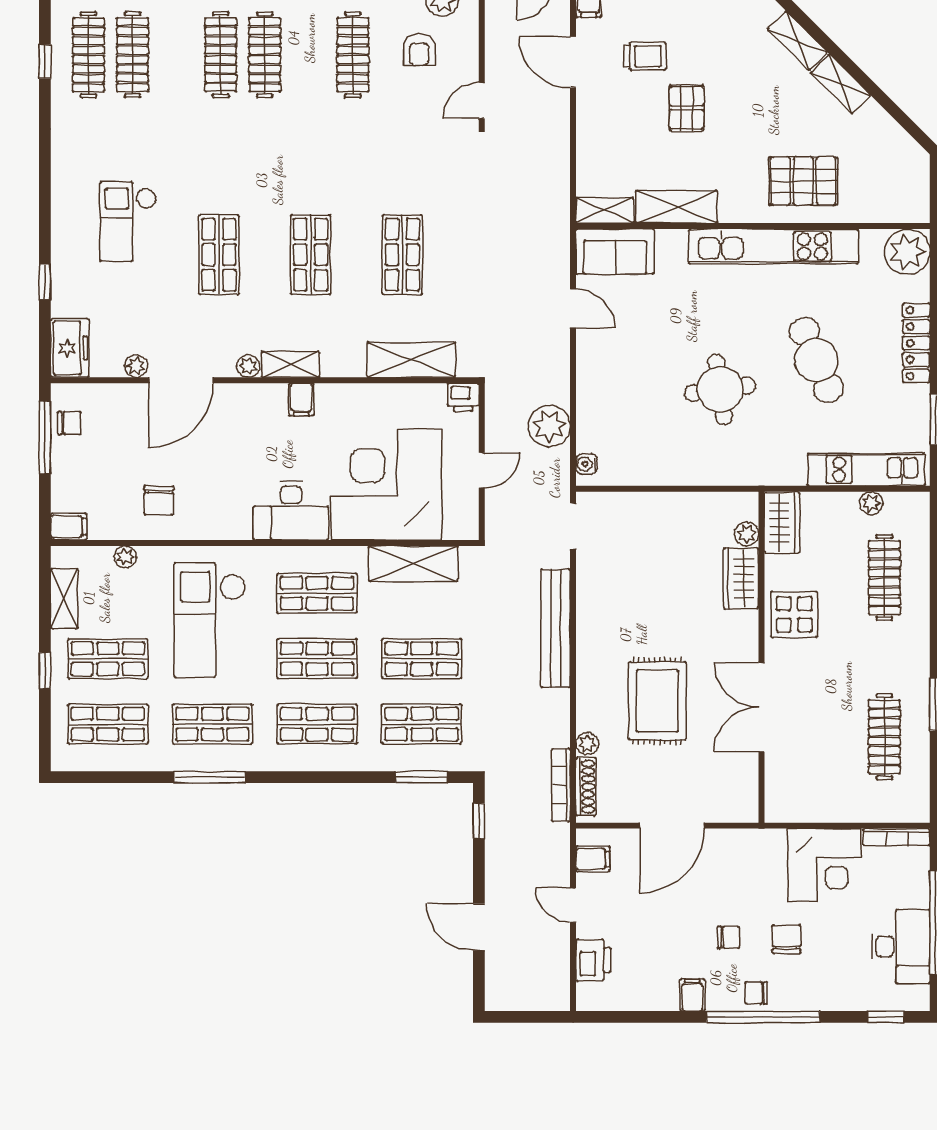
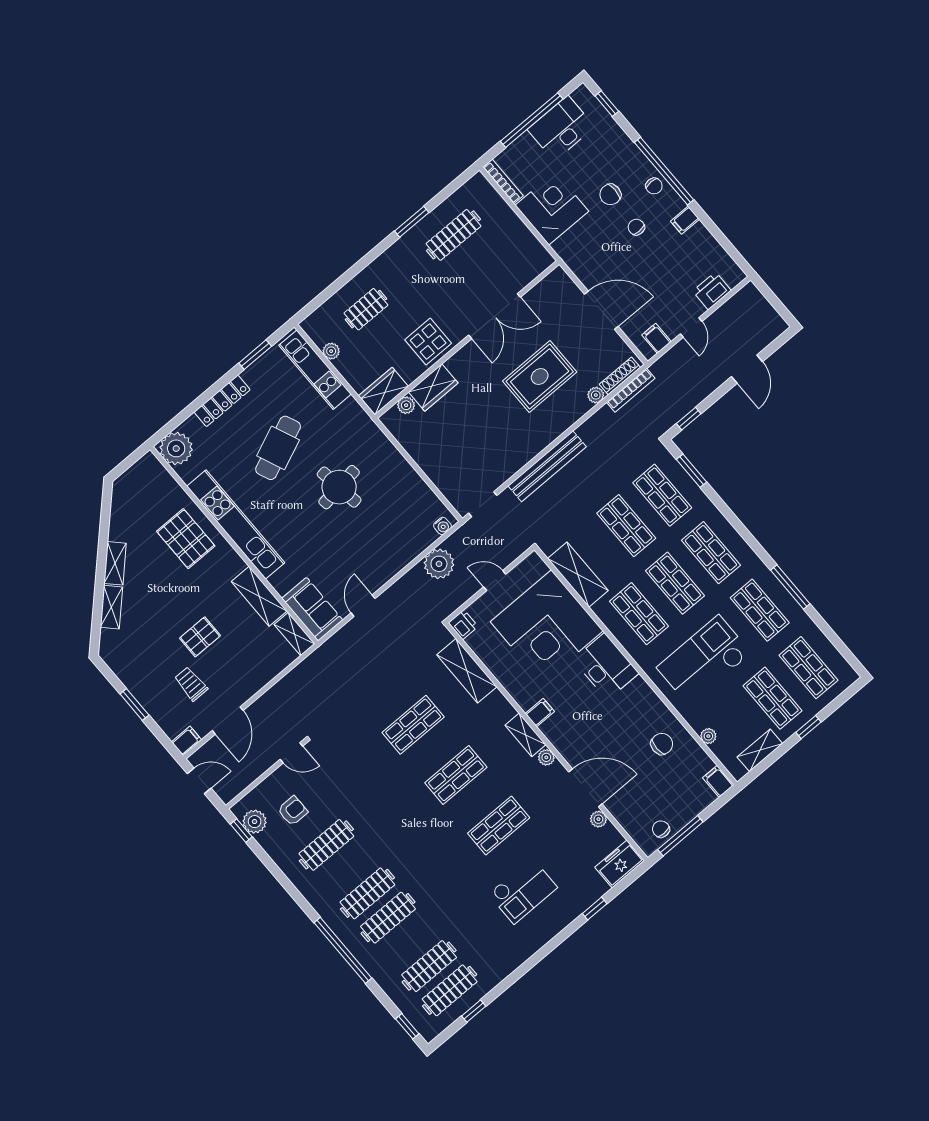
clothes rail: (884, 578) -> (366, 309), width x0.73
checkout: (210, 620) -> (704, 660), turned 180

